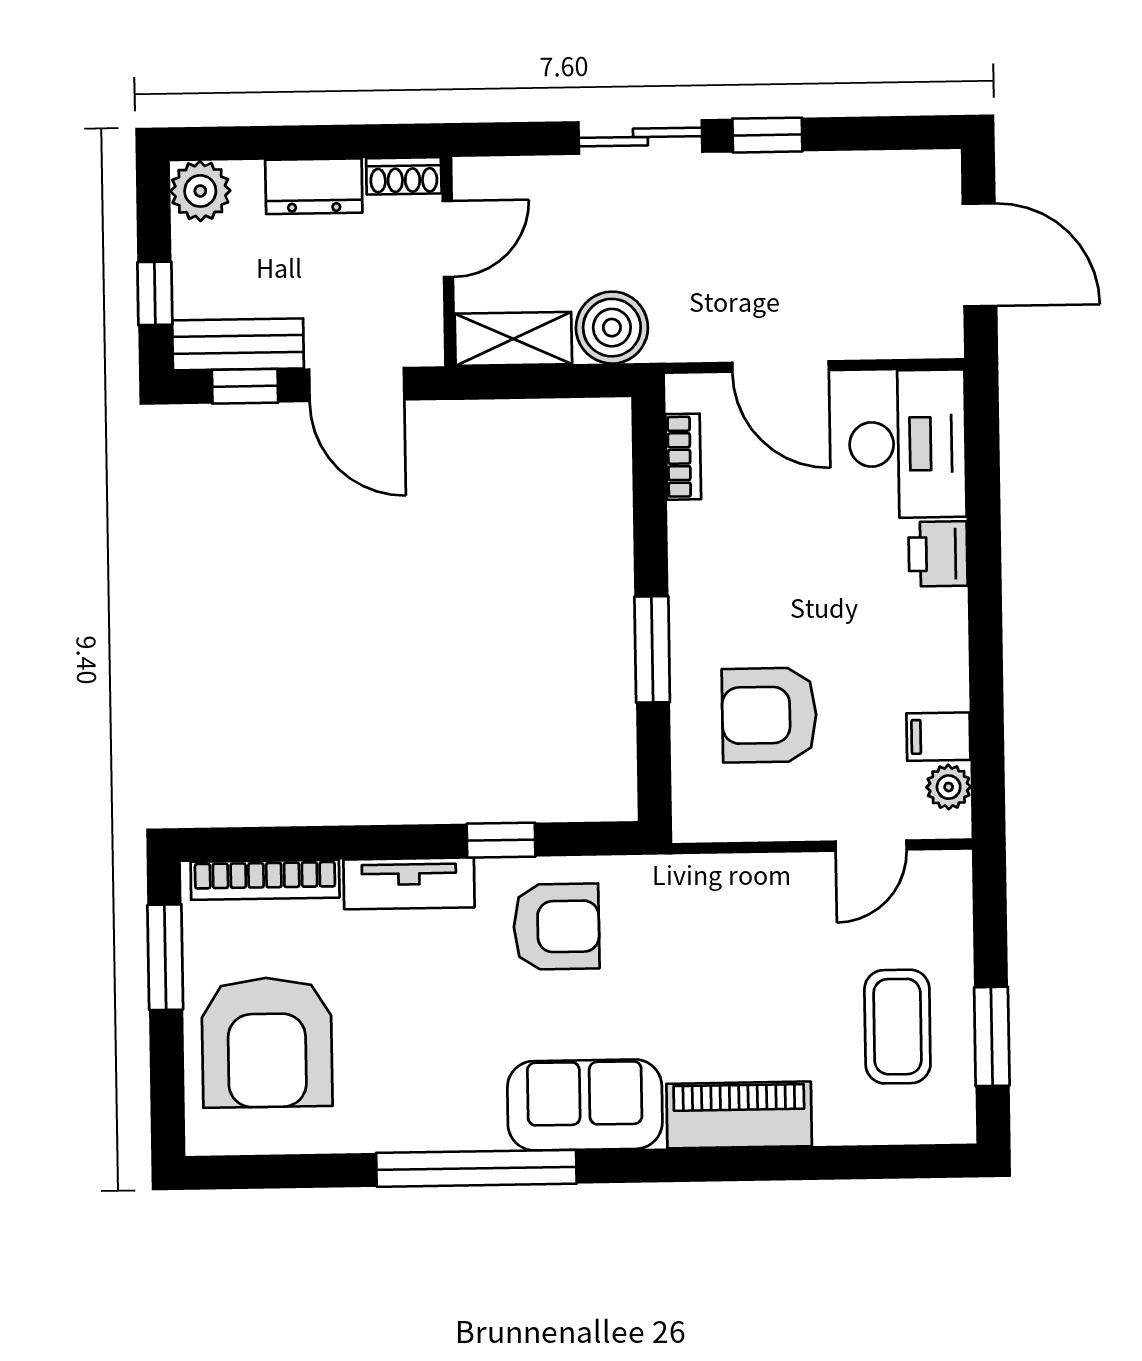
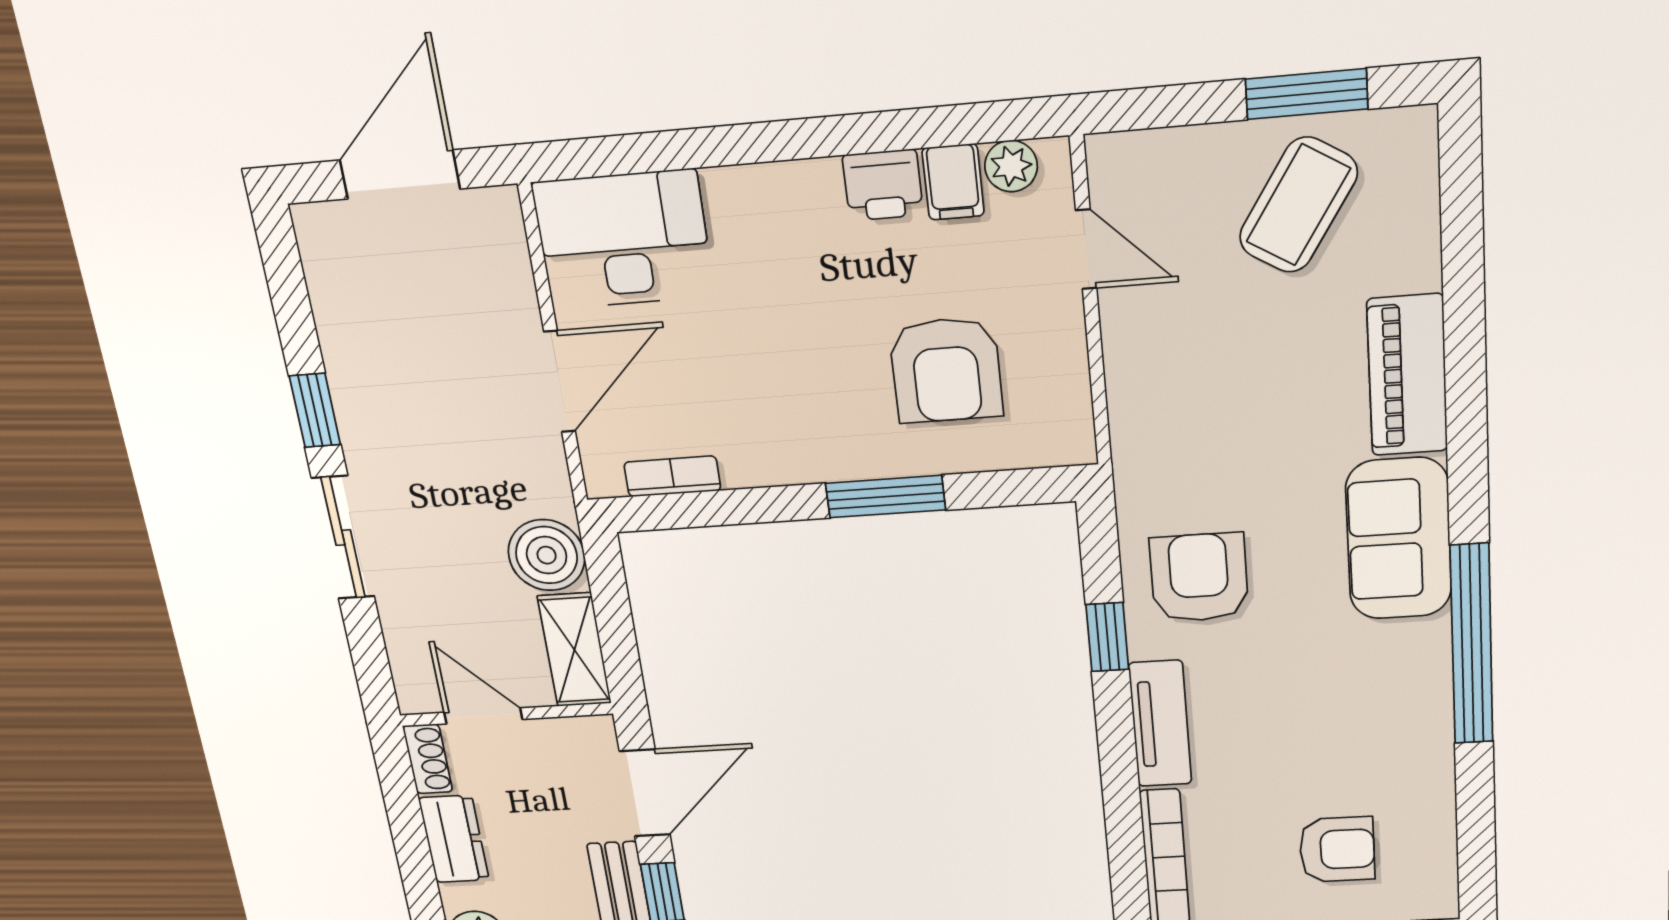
printer: (938, 554) -> (883, 185), moved
coffee table: (897, 1027) -> (1298, 205), turned -58
armchair: (267, 1042) -> (1337, 849), width x0.53, depth x0.53

